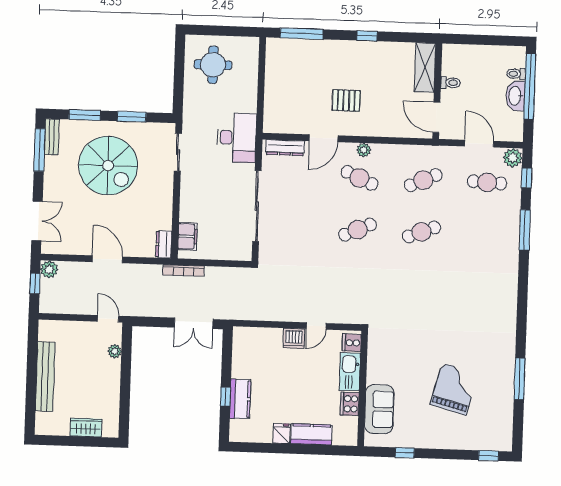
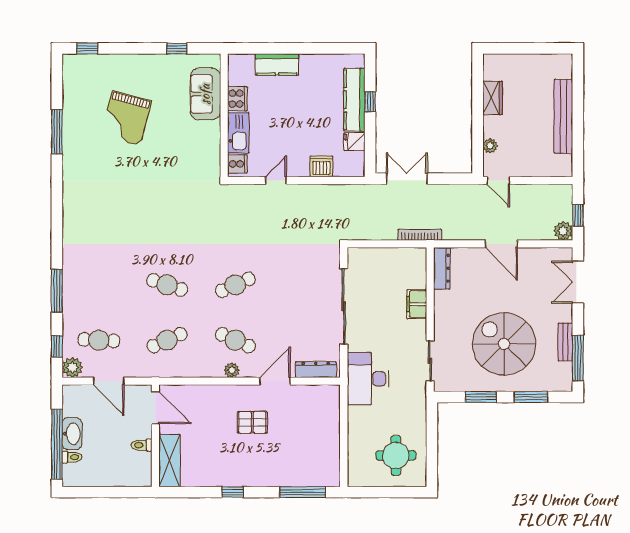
bench: (52, 137) -> (565, 342), moved
cafe table: (421, 232) -> (167, 285), turned 39
filing cabinet: (187, 236) -> (417, 304), moved
dresser: (164, 244) -> (442, 268), width x1.44
dishwasher: (294, 338) -> (321, 166), moved
kitchen counter: (240, 399) -> (354, 100), width x1.50
wardrobe: (86, 428) -> (493, 98), moved, turned -90
fridge: (282, 434) -> (354, 142), moved, turned 90

